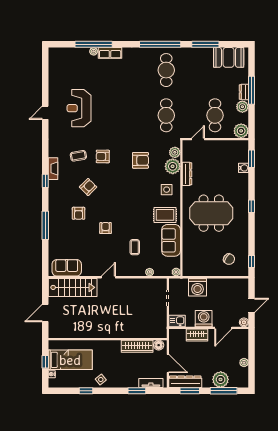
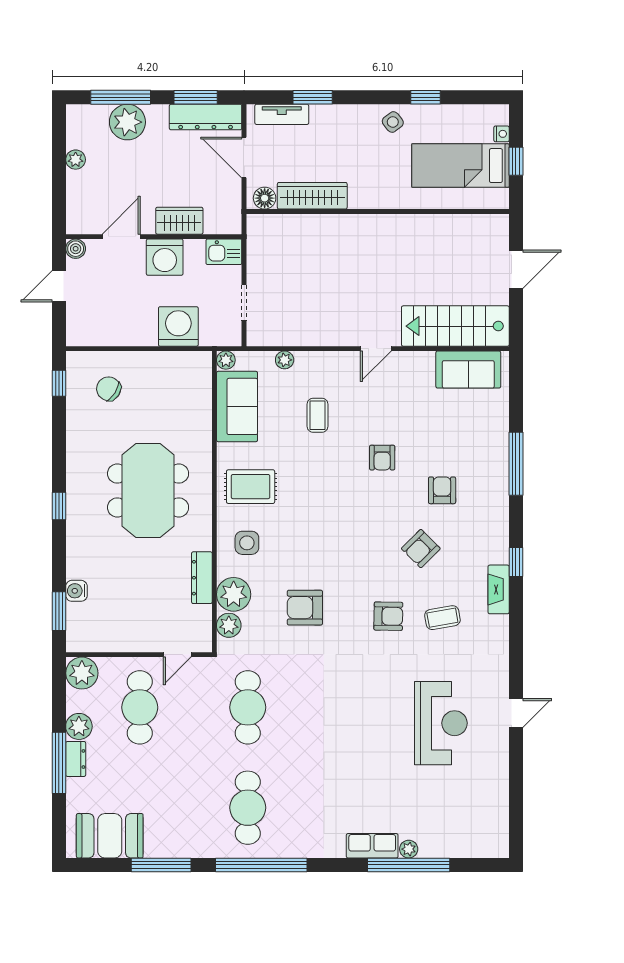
meeting table: (211, 213) -> (148, 491), turned 90
sofa: (171, 240) -> (237, 406), moved

